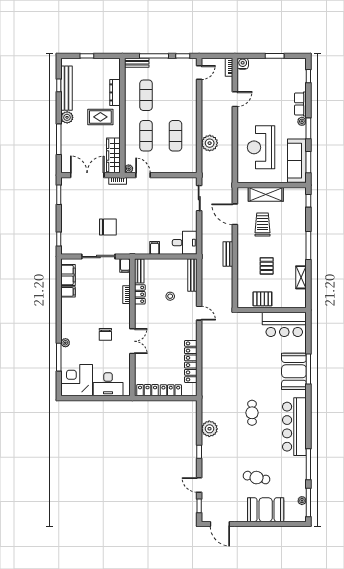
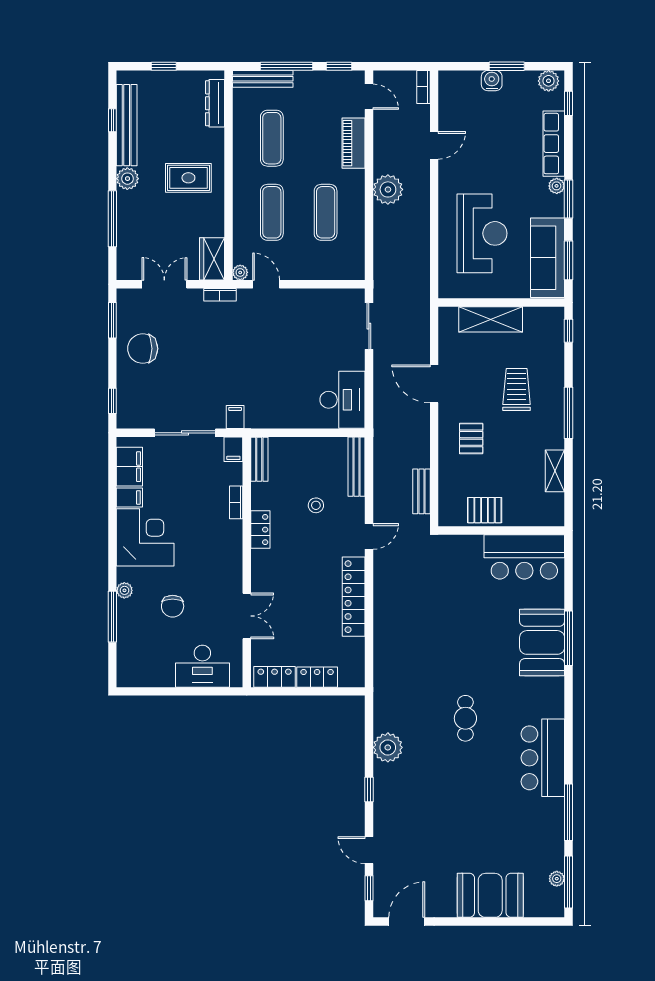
bench: (137, 63) -> (263, 79), width x1.36
water cooler: (243, 64) -> (492, 81), moved
plant: (297, 64) -> (549, 81), added
door: (199, 72) -> (369, 97), hinge flipped
dresser: (115, 92) -> (215, 103), moved
piano: (191, 98) -> (354, 143), added
row of seats: (300, 104) -> (554, 144), width x1.48
plant: (210, 143) -> (388, 189), moved
reception desk: (261, 147) -> (482, 233), turned 180
wardrobe: (113, 155) -> (212, 259), width x0.67
double door: (87, 175) -> (164, 284), width x0.73
door: (235, 214) -> (434, 384), moved
trolley: (263, 224) -> (517, 389), moved
chair: (108, 227) -> (143, 349), moved, turned 180
desk: (185, 243) -> (342, 400), width x1.37
filing cabinet: (155, 248) -> (235, 417), moved
bench: (228, 254) -> (421, 491), moved
pallet: (267, 266) -> (471, 438), moved
locker: (140, 294) -> (260, 530), moved
door: (199, 313) -> (369, 536), hinge flipped
chair: (105, 334) -> (173, 606), moved
double door: (132, 341) -> (247, 616), moved
locker: (191, 361) -> (354, 597), moved
corner desk: (77, 380) -> (145, 537), moved, turned 90
bar counter: (294, 427) -> (543, 758), width x0.73
cafe table: (257, 478) -> (474, 837), removed
door: (220, 524) -> (407, 921), swing flipped

